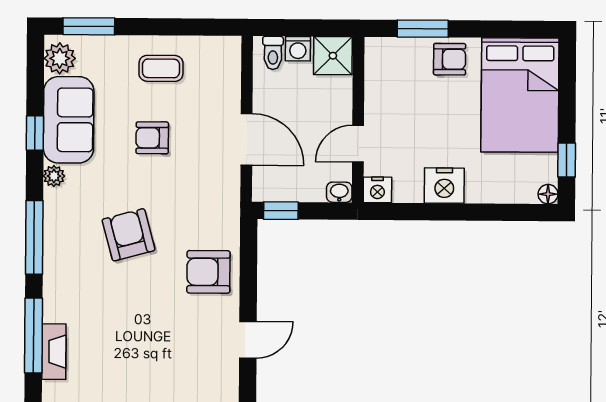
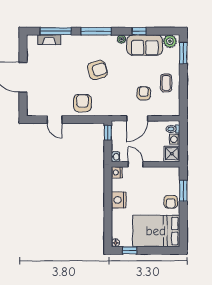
armchair: (152, 138) -> (144, 93), moved

